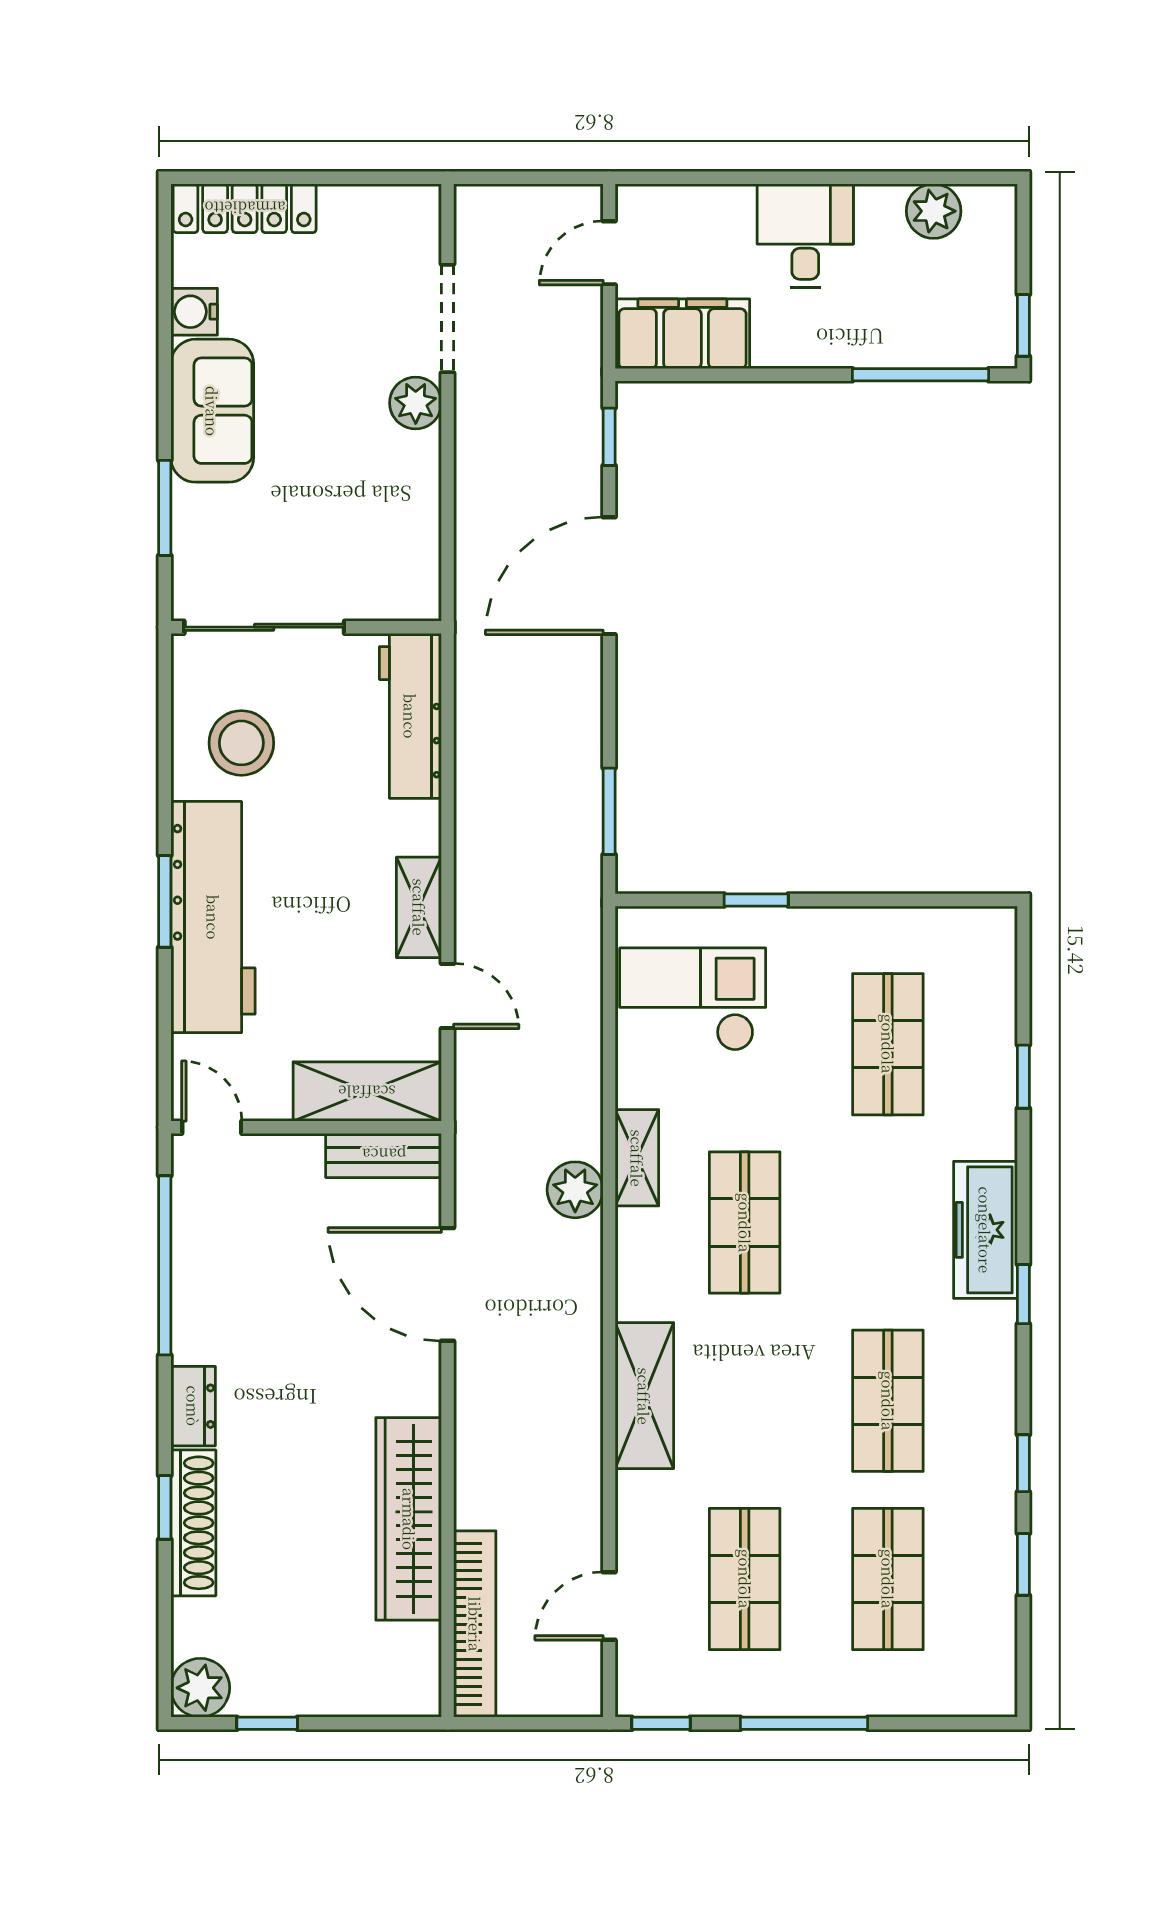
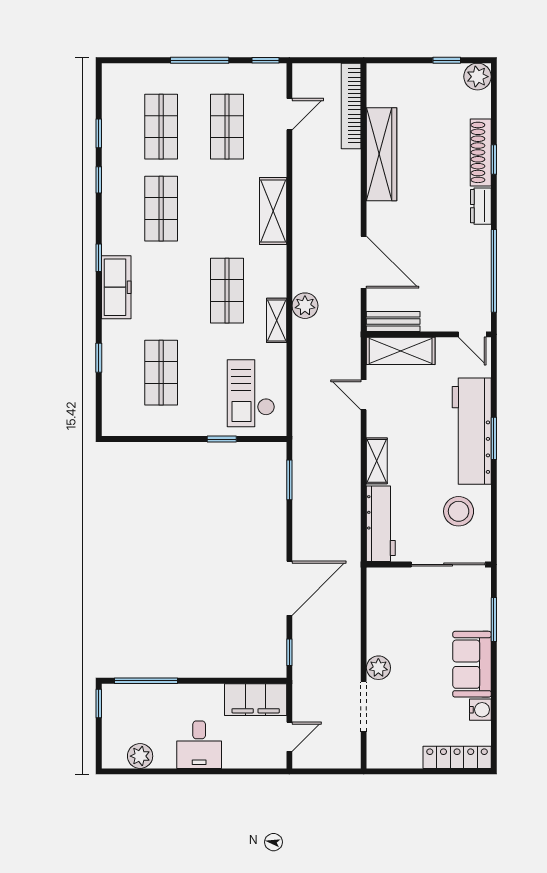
shelving: (419, 907) -> (377, 461), moved
checkout: (693, 999) -> (251, 393), turned 90

